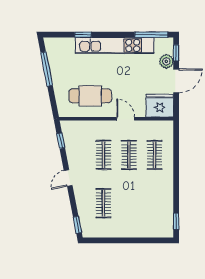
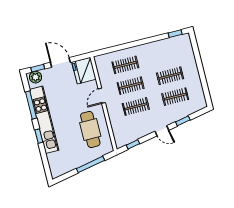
window: (83, 35) -> (39, 136), moved
window: (151, 35) -> (31, 105), moved
plant: (166, 61) -> (36, 77), moved
window: (47, 69) -> (90, 164), moved
clothes rail: (129, 203) -> (170, 76), added
window: (77, 225) -> (183, 121), moved

